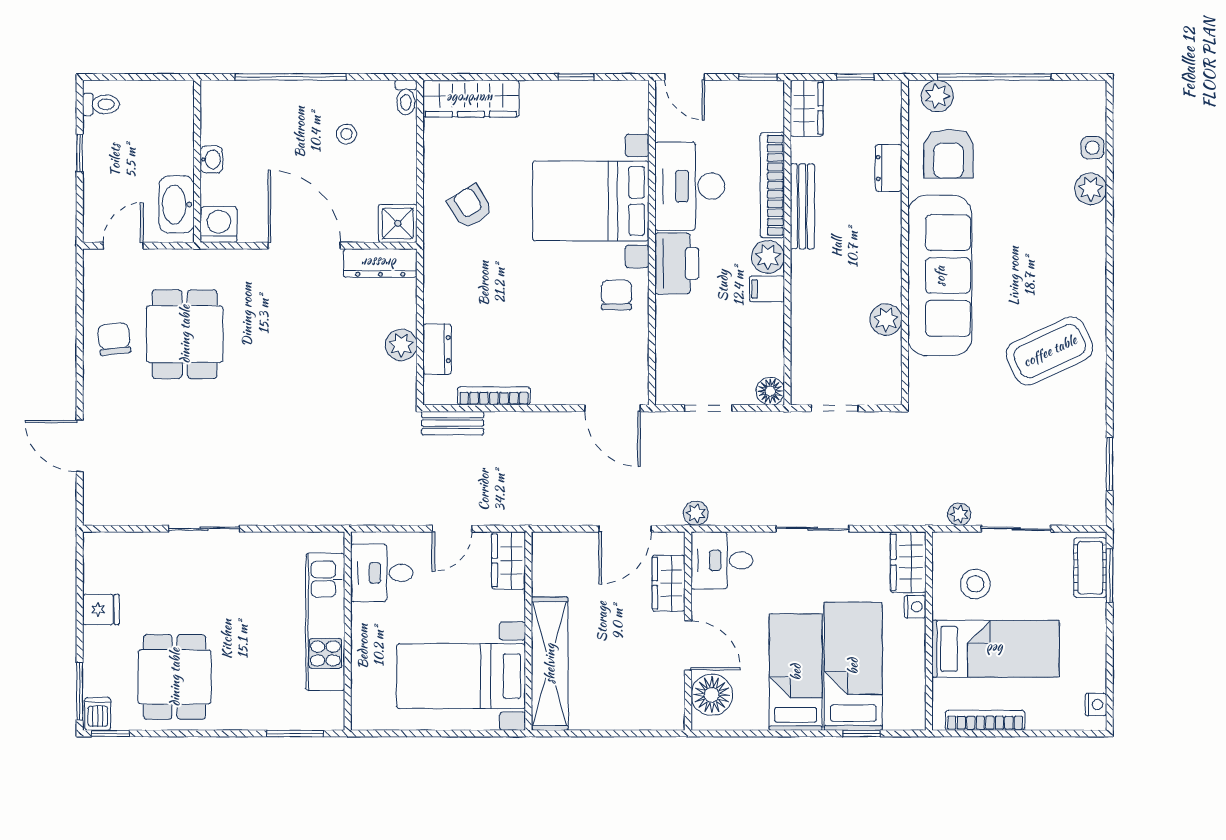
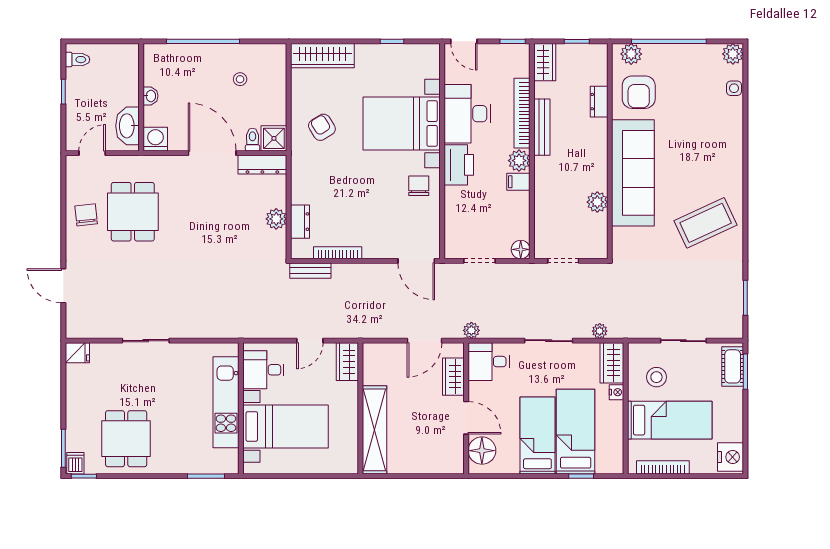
toilet: (406, 97) -> (253, 140), moved, turned 180
plant: (1091, 189) -> (733, 54), moved
plant: (959, 514) -> (600, 331), moved
fridge: (101, 610) -> (77, 353), moved
bed with nightstands: (461, 676) -> (285, 426), moved, turned 180
nightstand: (1096, 705) -> (731, 457), width x1.89, depth x1.79

